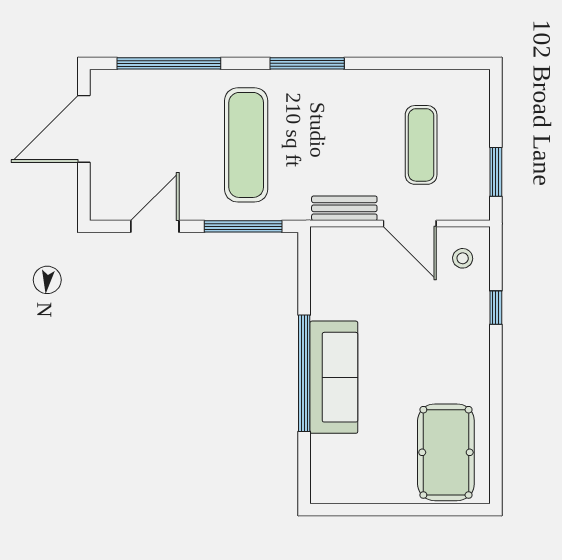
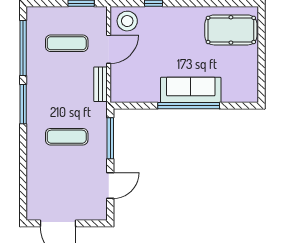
window: (169, 63) -> (23, 48), moved
exercise mat: (246, 145) -> (67, 137), width x0.73, depth x0.69
door: (155, 226) -> (110, 185), swing flipped
stool: (463, 258) -> (127, 21), width x1.89, depth x1.89

